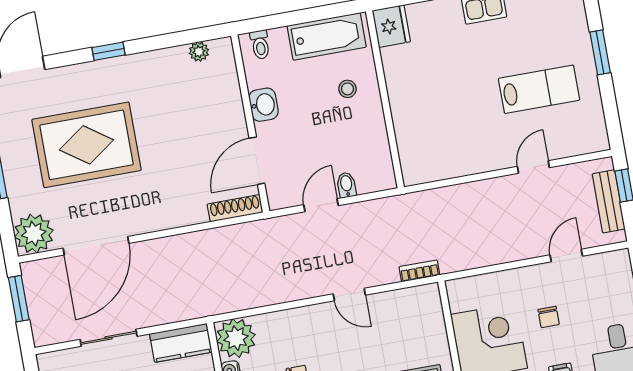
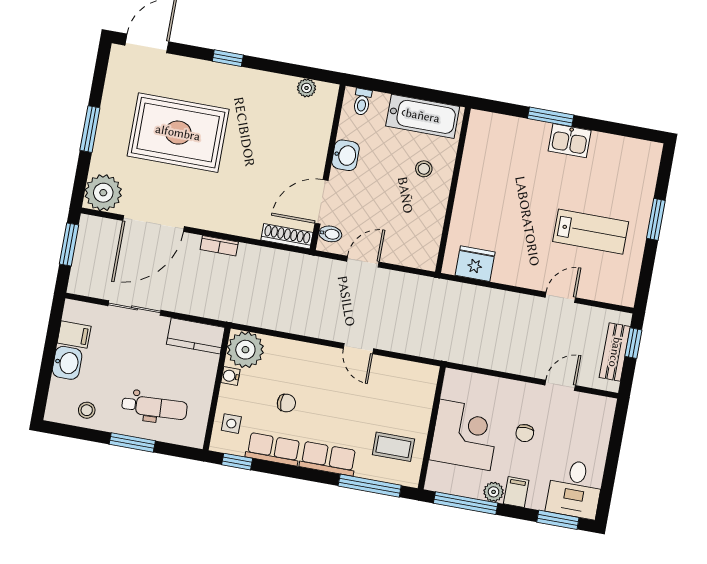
fridge: (391, 26) -> (475, 264), moved, turned -90
bidet: (346, 185) -> (330, 234), moved, turned 90
bookcase: (419, 271) -> (219, 246), moved, turned 180

